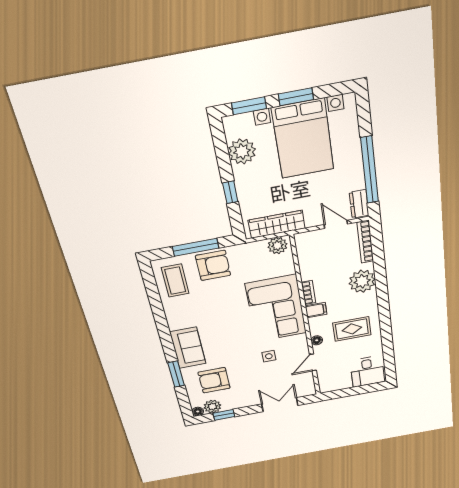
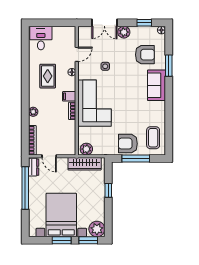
plant: (242, 151) -> (97, 229), moved
plant: (362, 281) -> (33, 112), width x0.53, depth x0.53
rug: (352, 329) -> (48, 76), turned 90
plant: (212, 407) -> (124, 32), moved

